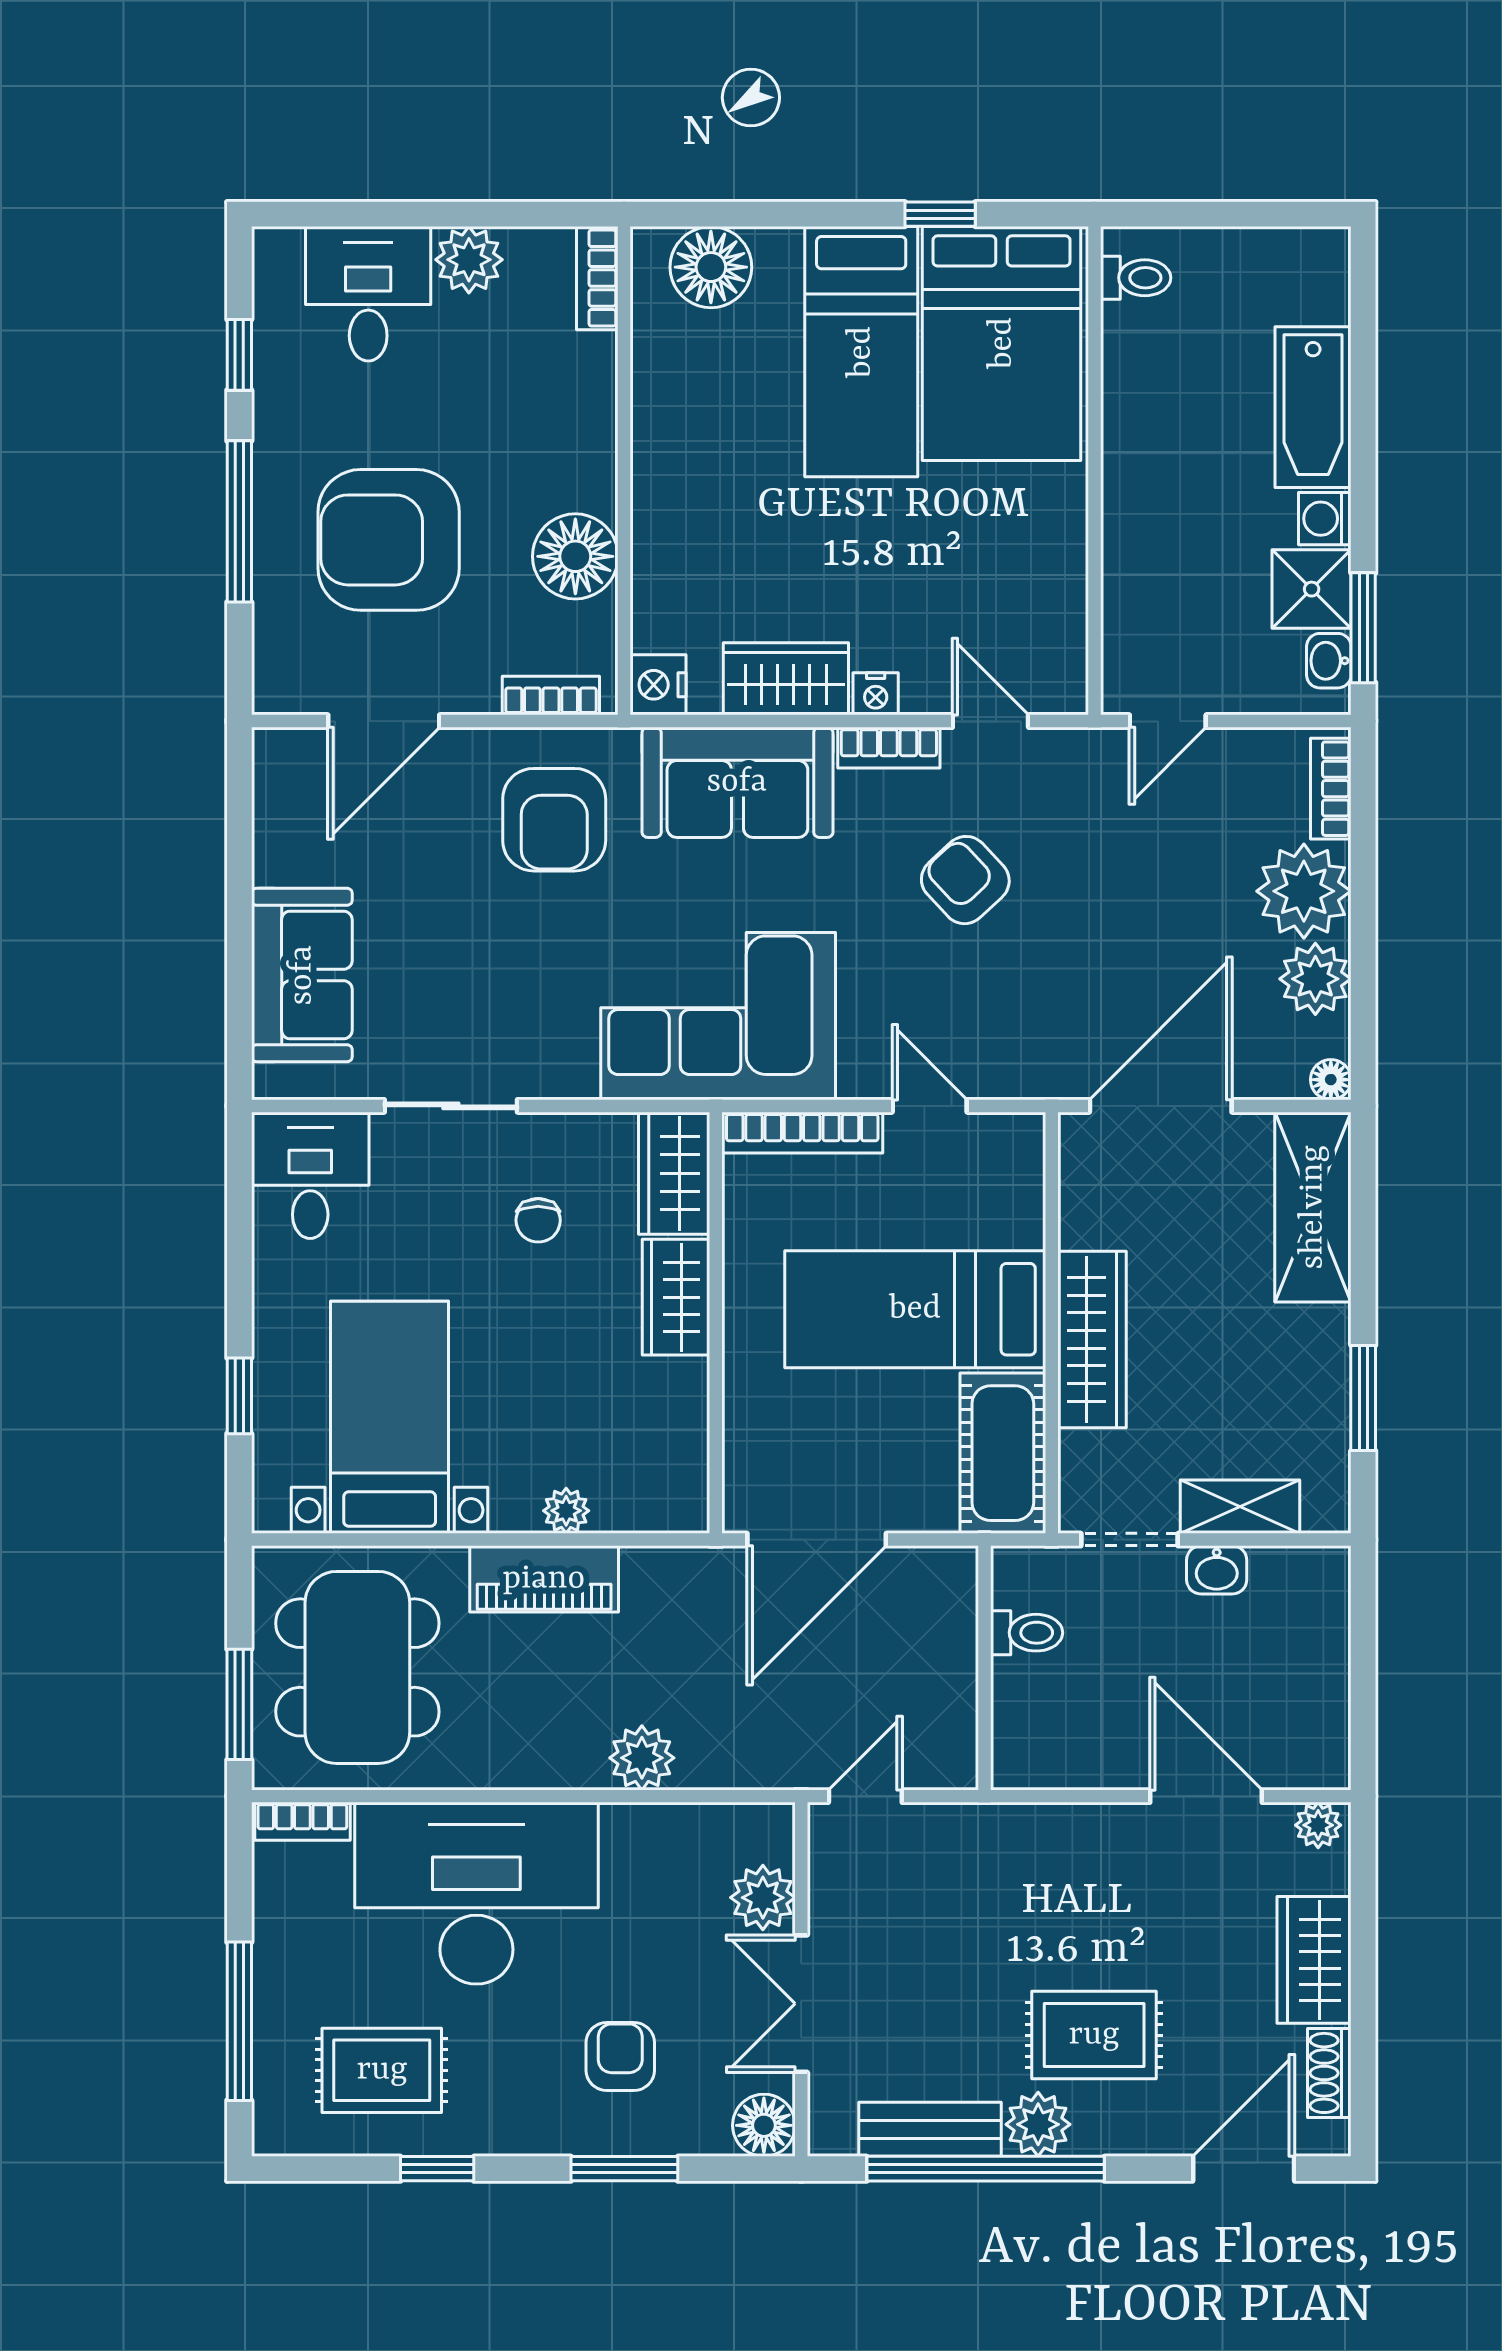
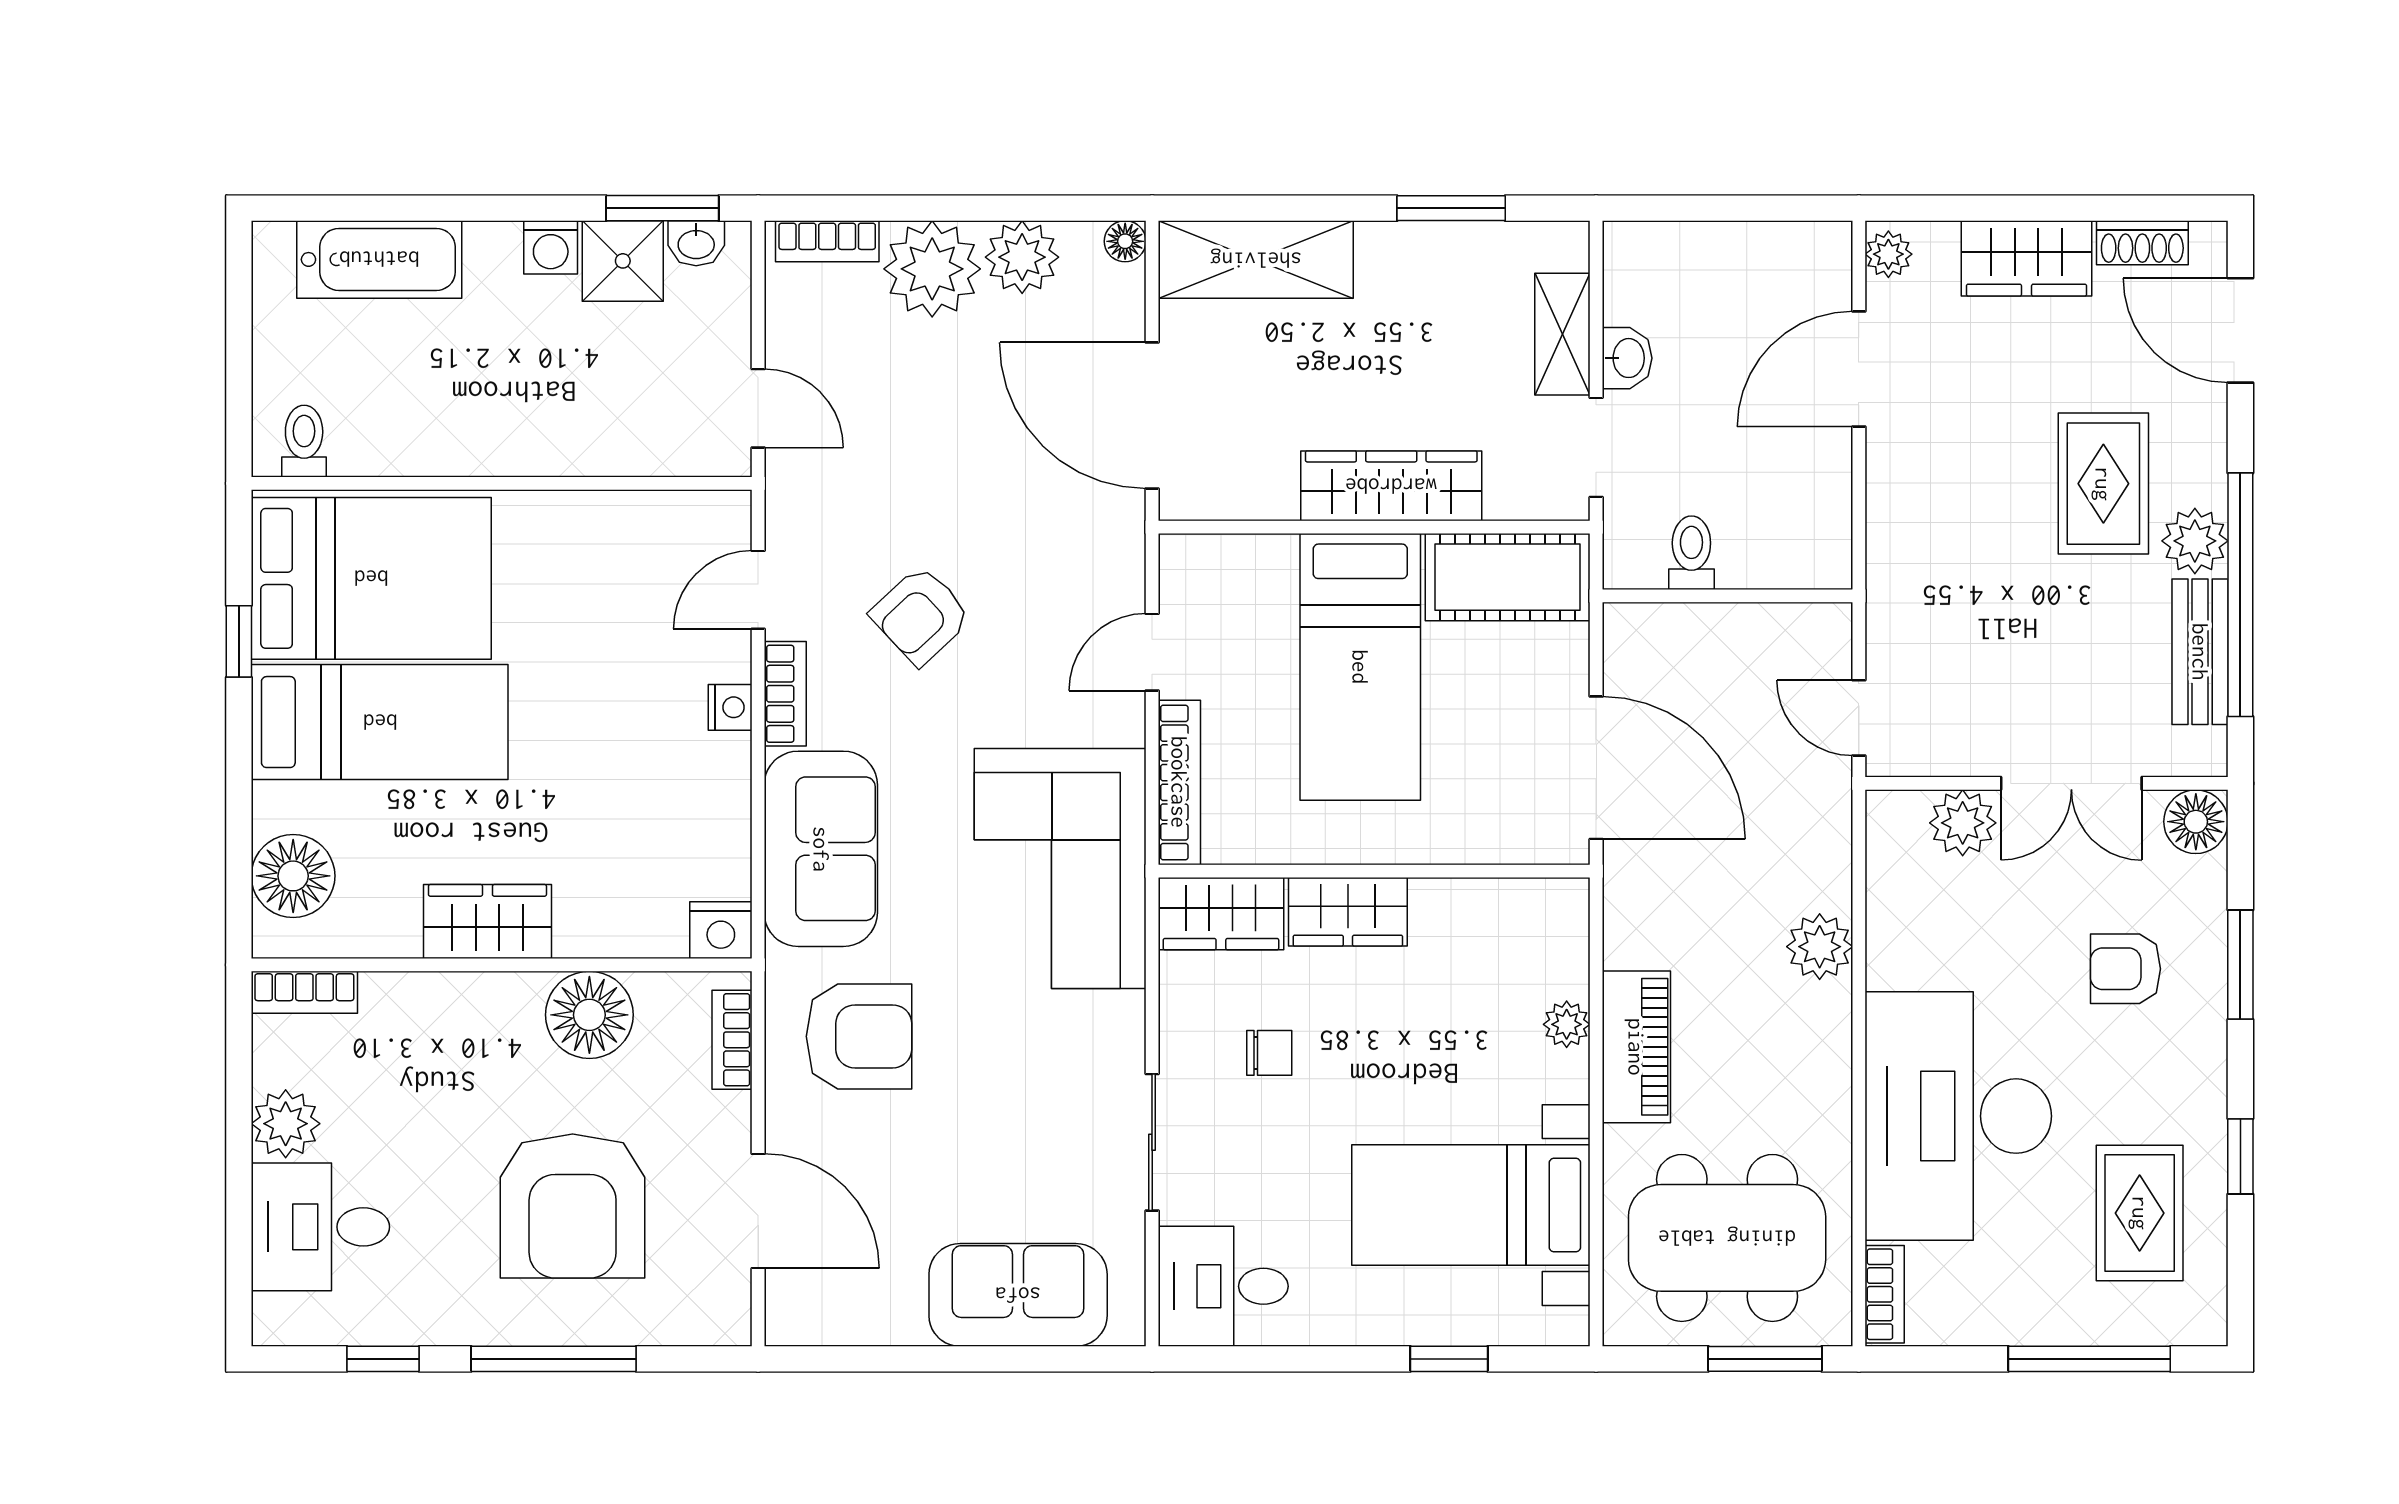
bathtub: (1313, 407) -> (379, 259), moved
wardrobe: (786, 679) -> (487, 922), moved, turned 90

